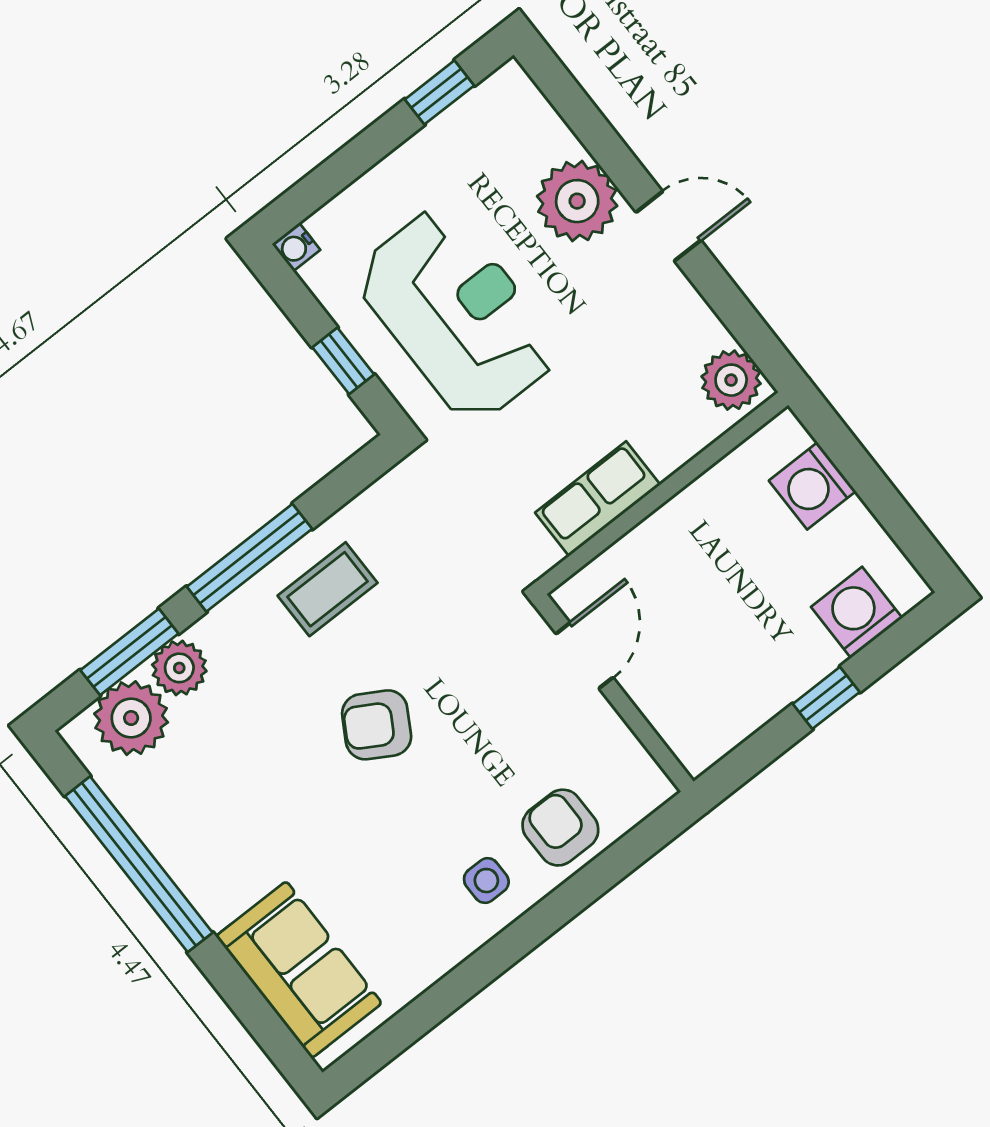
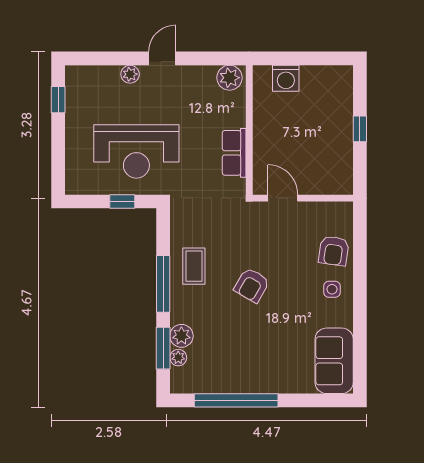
plant: (577, 201) -> (130, 74), width x0.53, depth x0.53
water cooler: (296, 247) -> (72, 187), removed
reception desk: (457, 314) -> (136, 151), turned 180
washing machine: (857, 612) -> (339, 97), removed
plant: (131, 718) -> (178, 358), width x0.53, depth x0.53
armchair: (560, 828) -> (334, 251), turned -82
sofa: (299, 970) -> (334, 361), moved, turned -90

